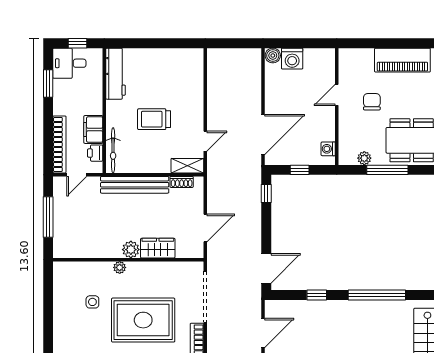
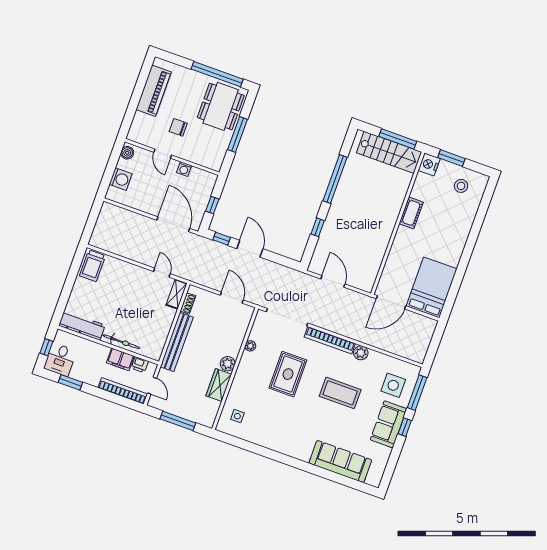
boiler: (273, 55) -> (127, 153), moved
trolley: (154, 119) -> (92, 266), moved
washing machine: (328, 149) -> (184, 169), moved
bicycle: (113, 150) -> (121, 342), moved
plant: (364, 158) -> (222, 150), removed
wardrobe: (158, 248) -> (219, 385), moved
plant: (120, 267) -> (250, 346), moved
door: (266, 268) -> (250, 249), moved
side table: (92, 302) -> (237, 416), moved
rug: (143, 320) -> (288, 374), width x0.73, depth x0.69

